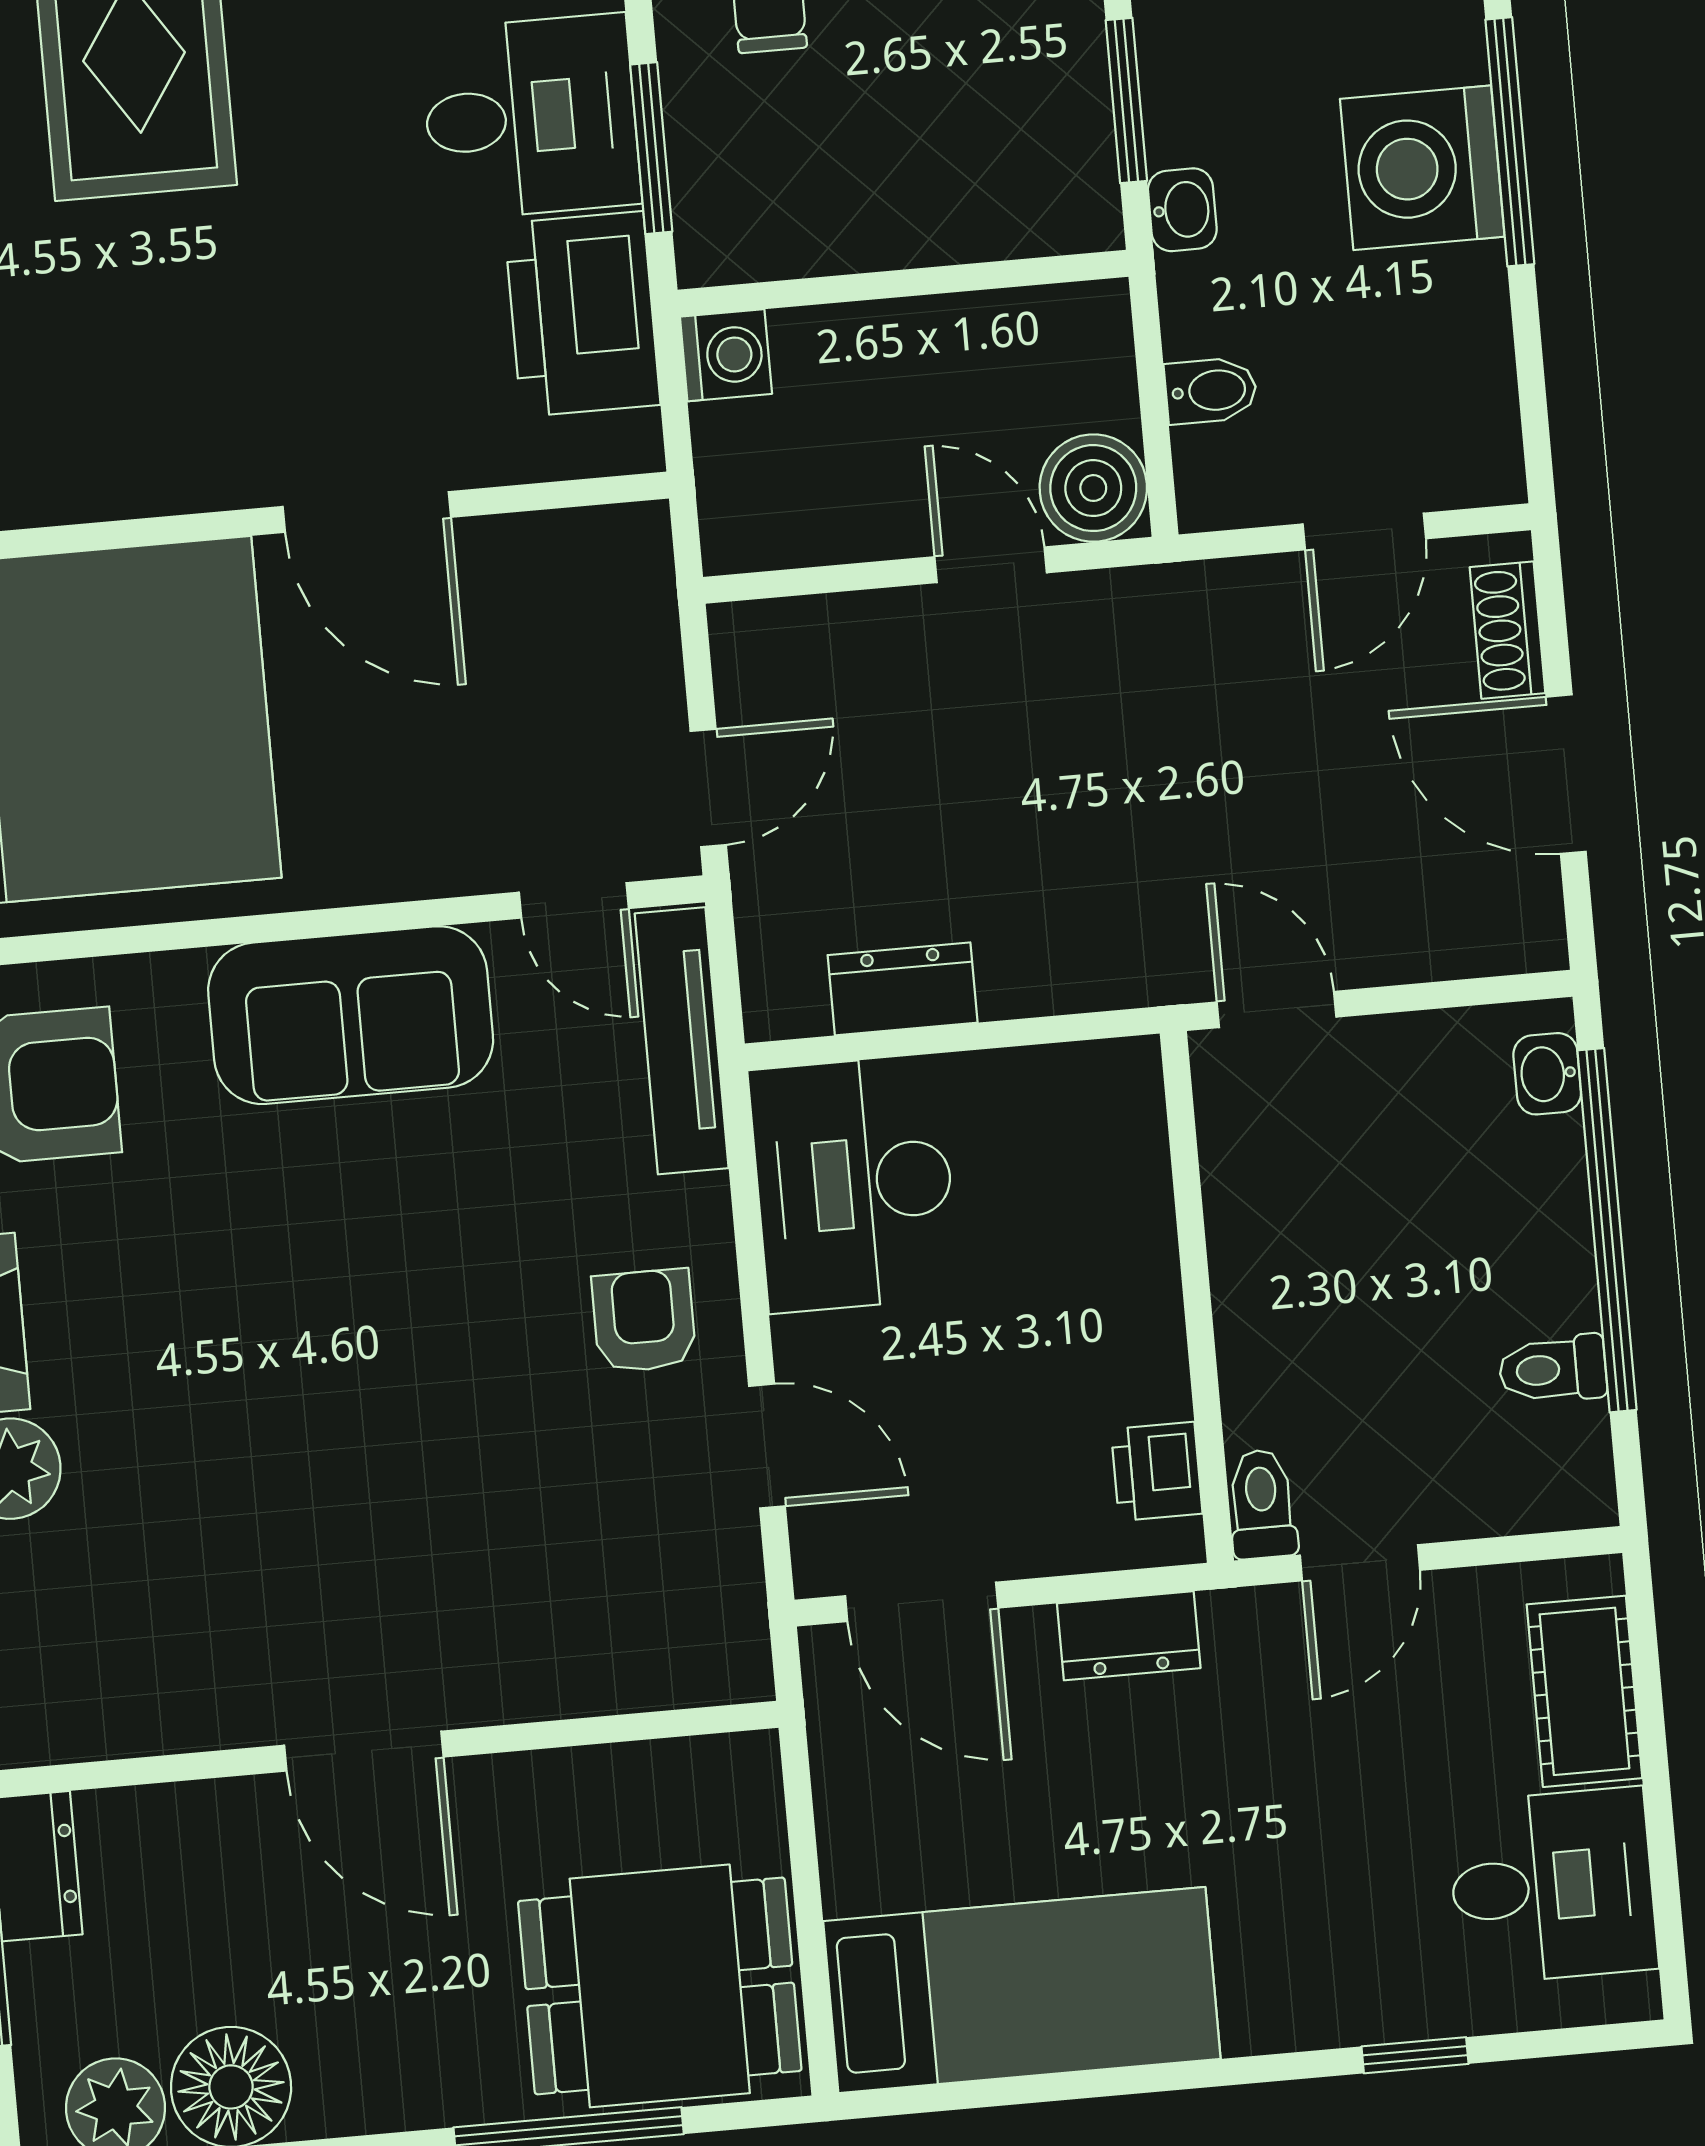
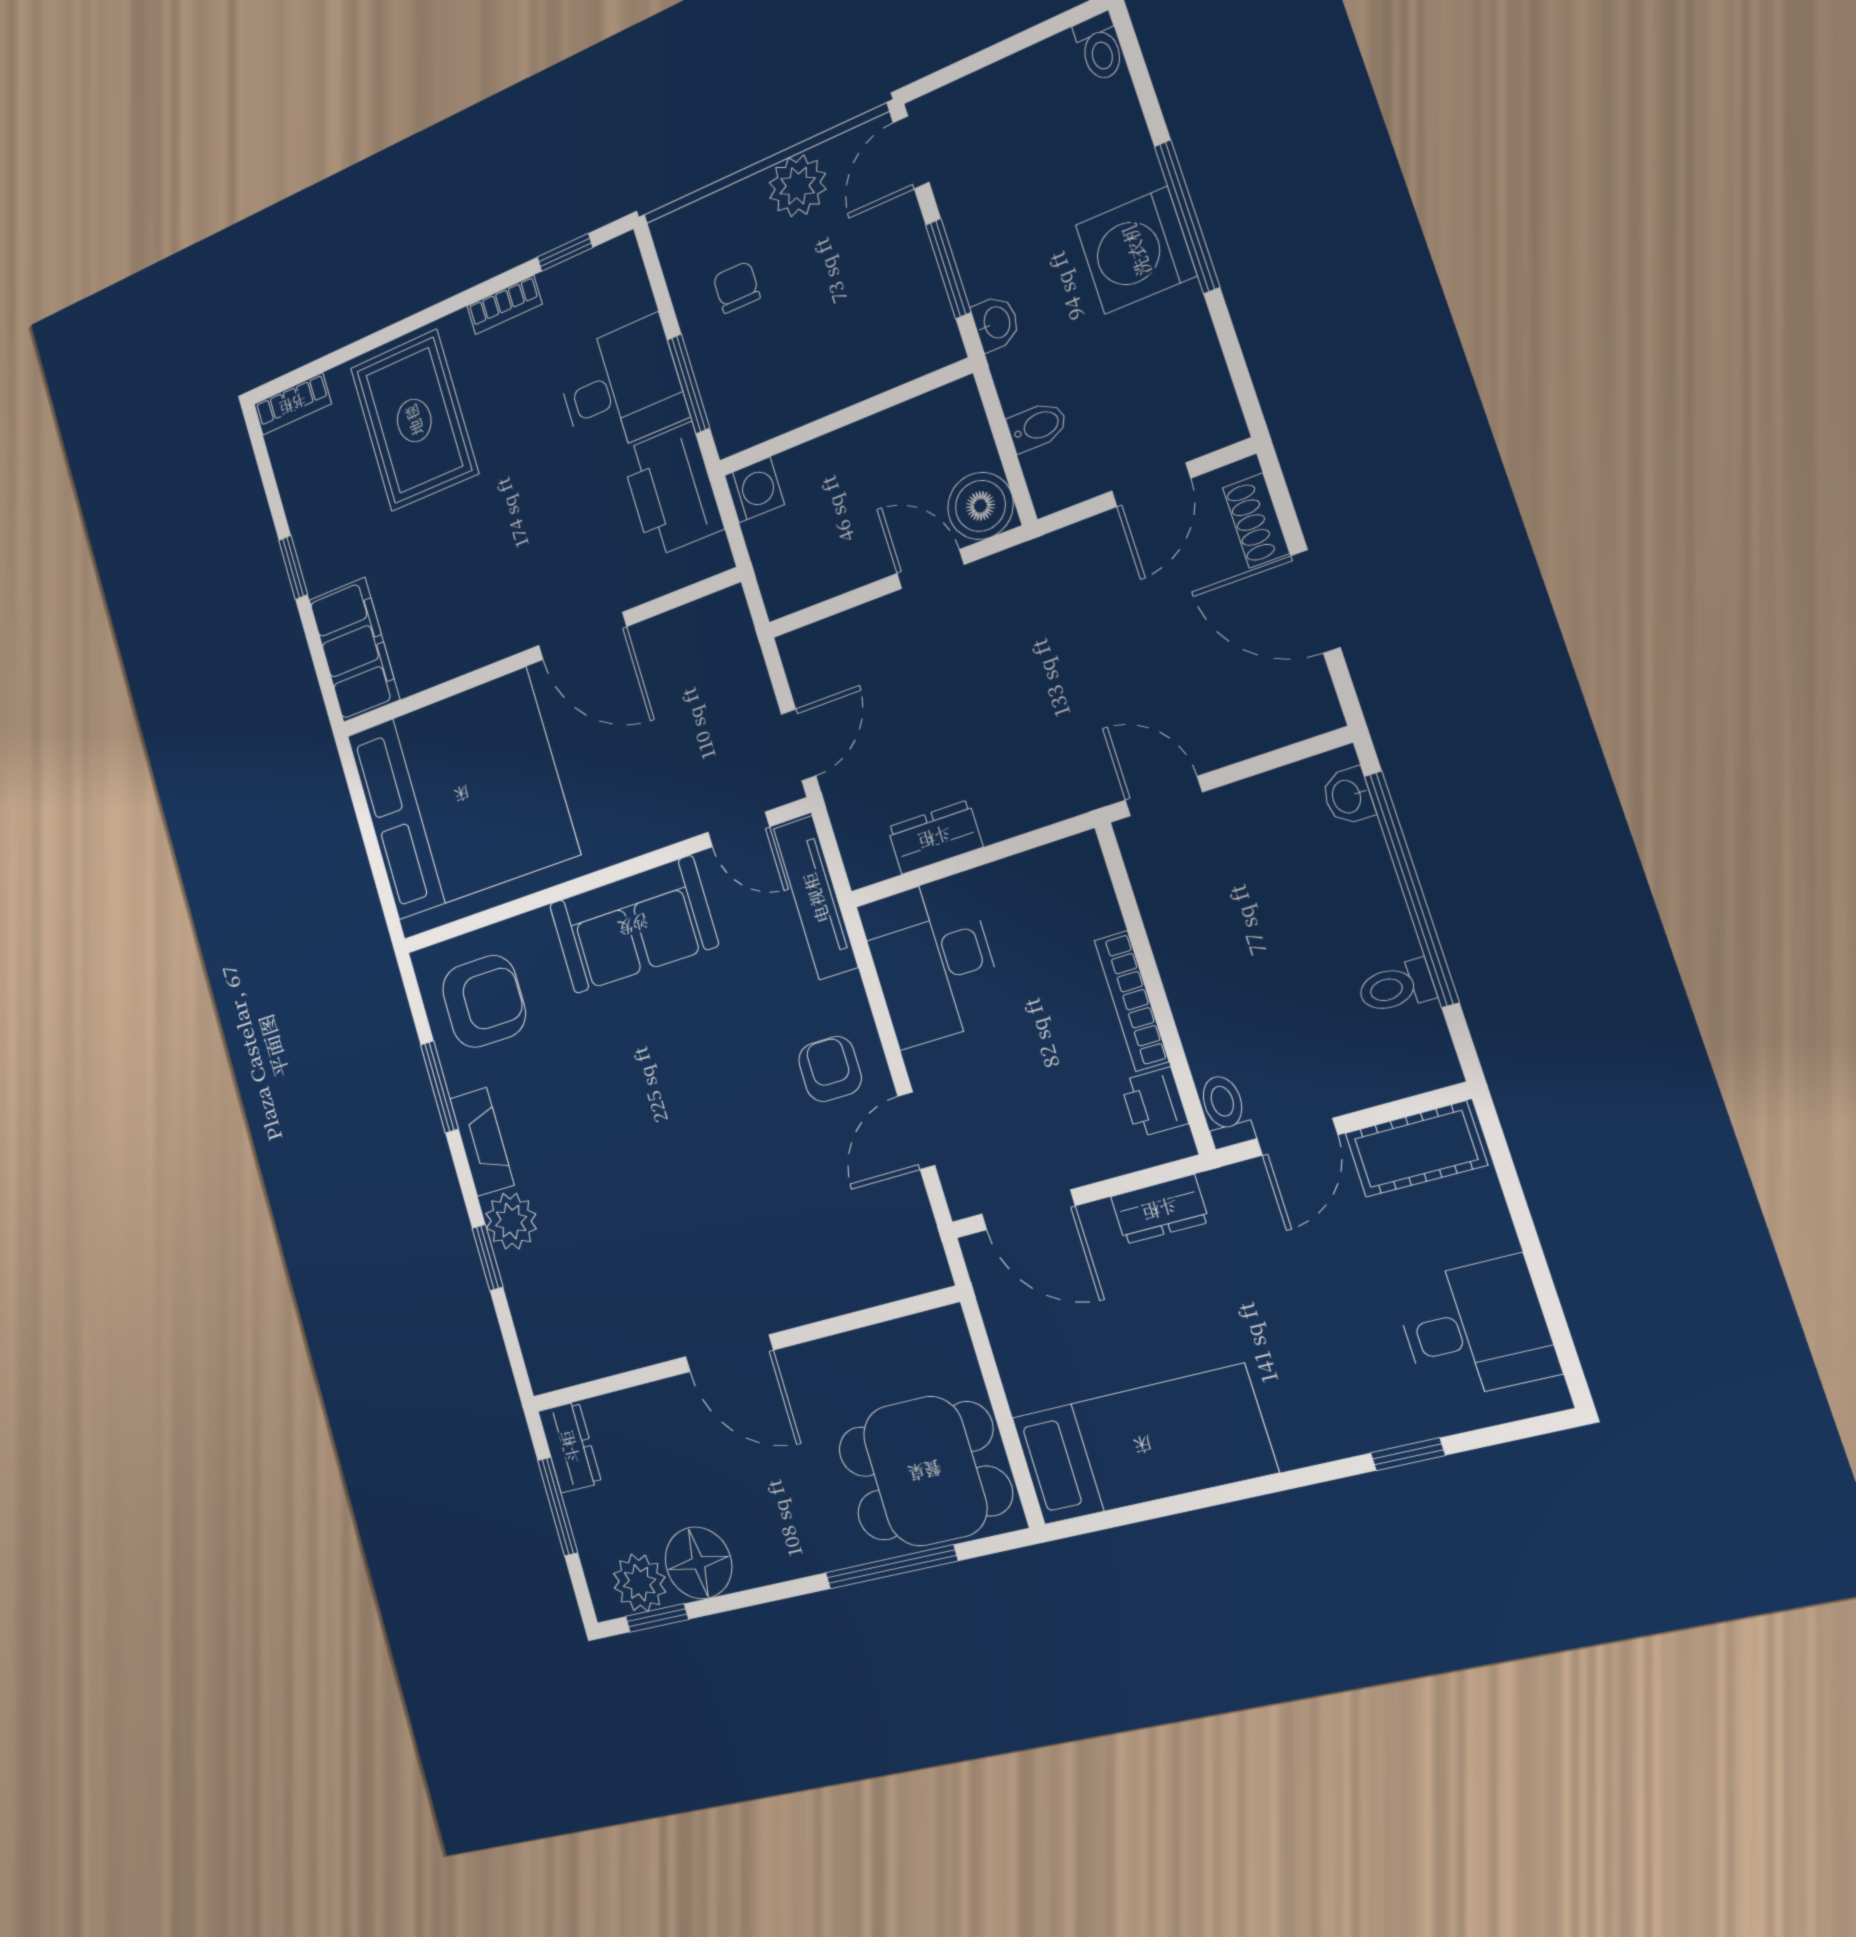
bookcase: (1157, 1310) -> (1132, 1001), added
door: (767, 1446) -> (916, 1131), swing flipped
cot: (1584, 1691) -> (1416, 1149), moved, turned 90

